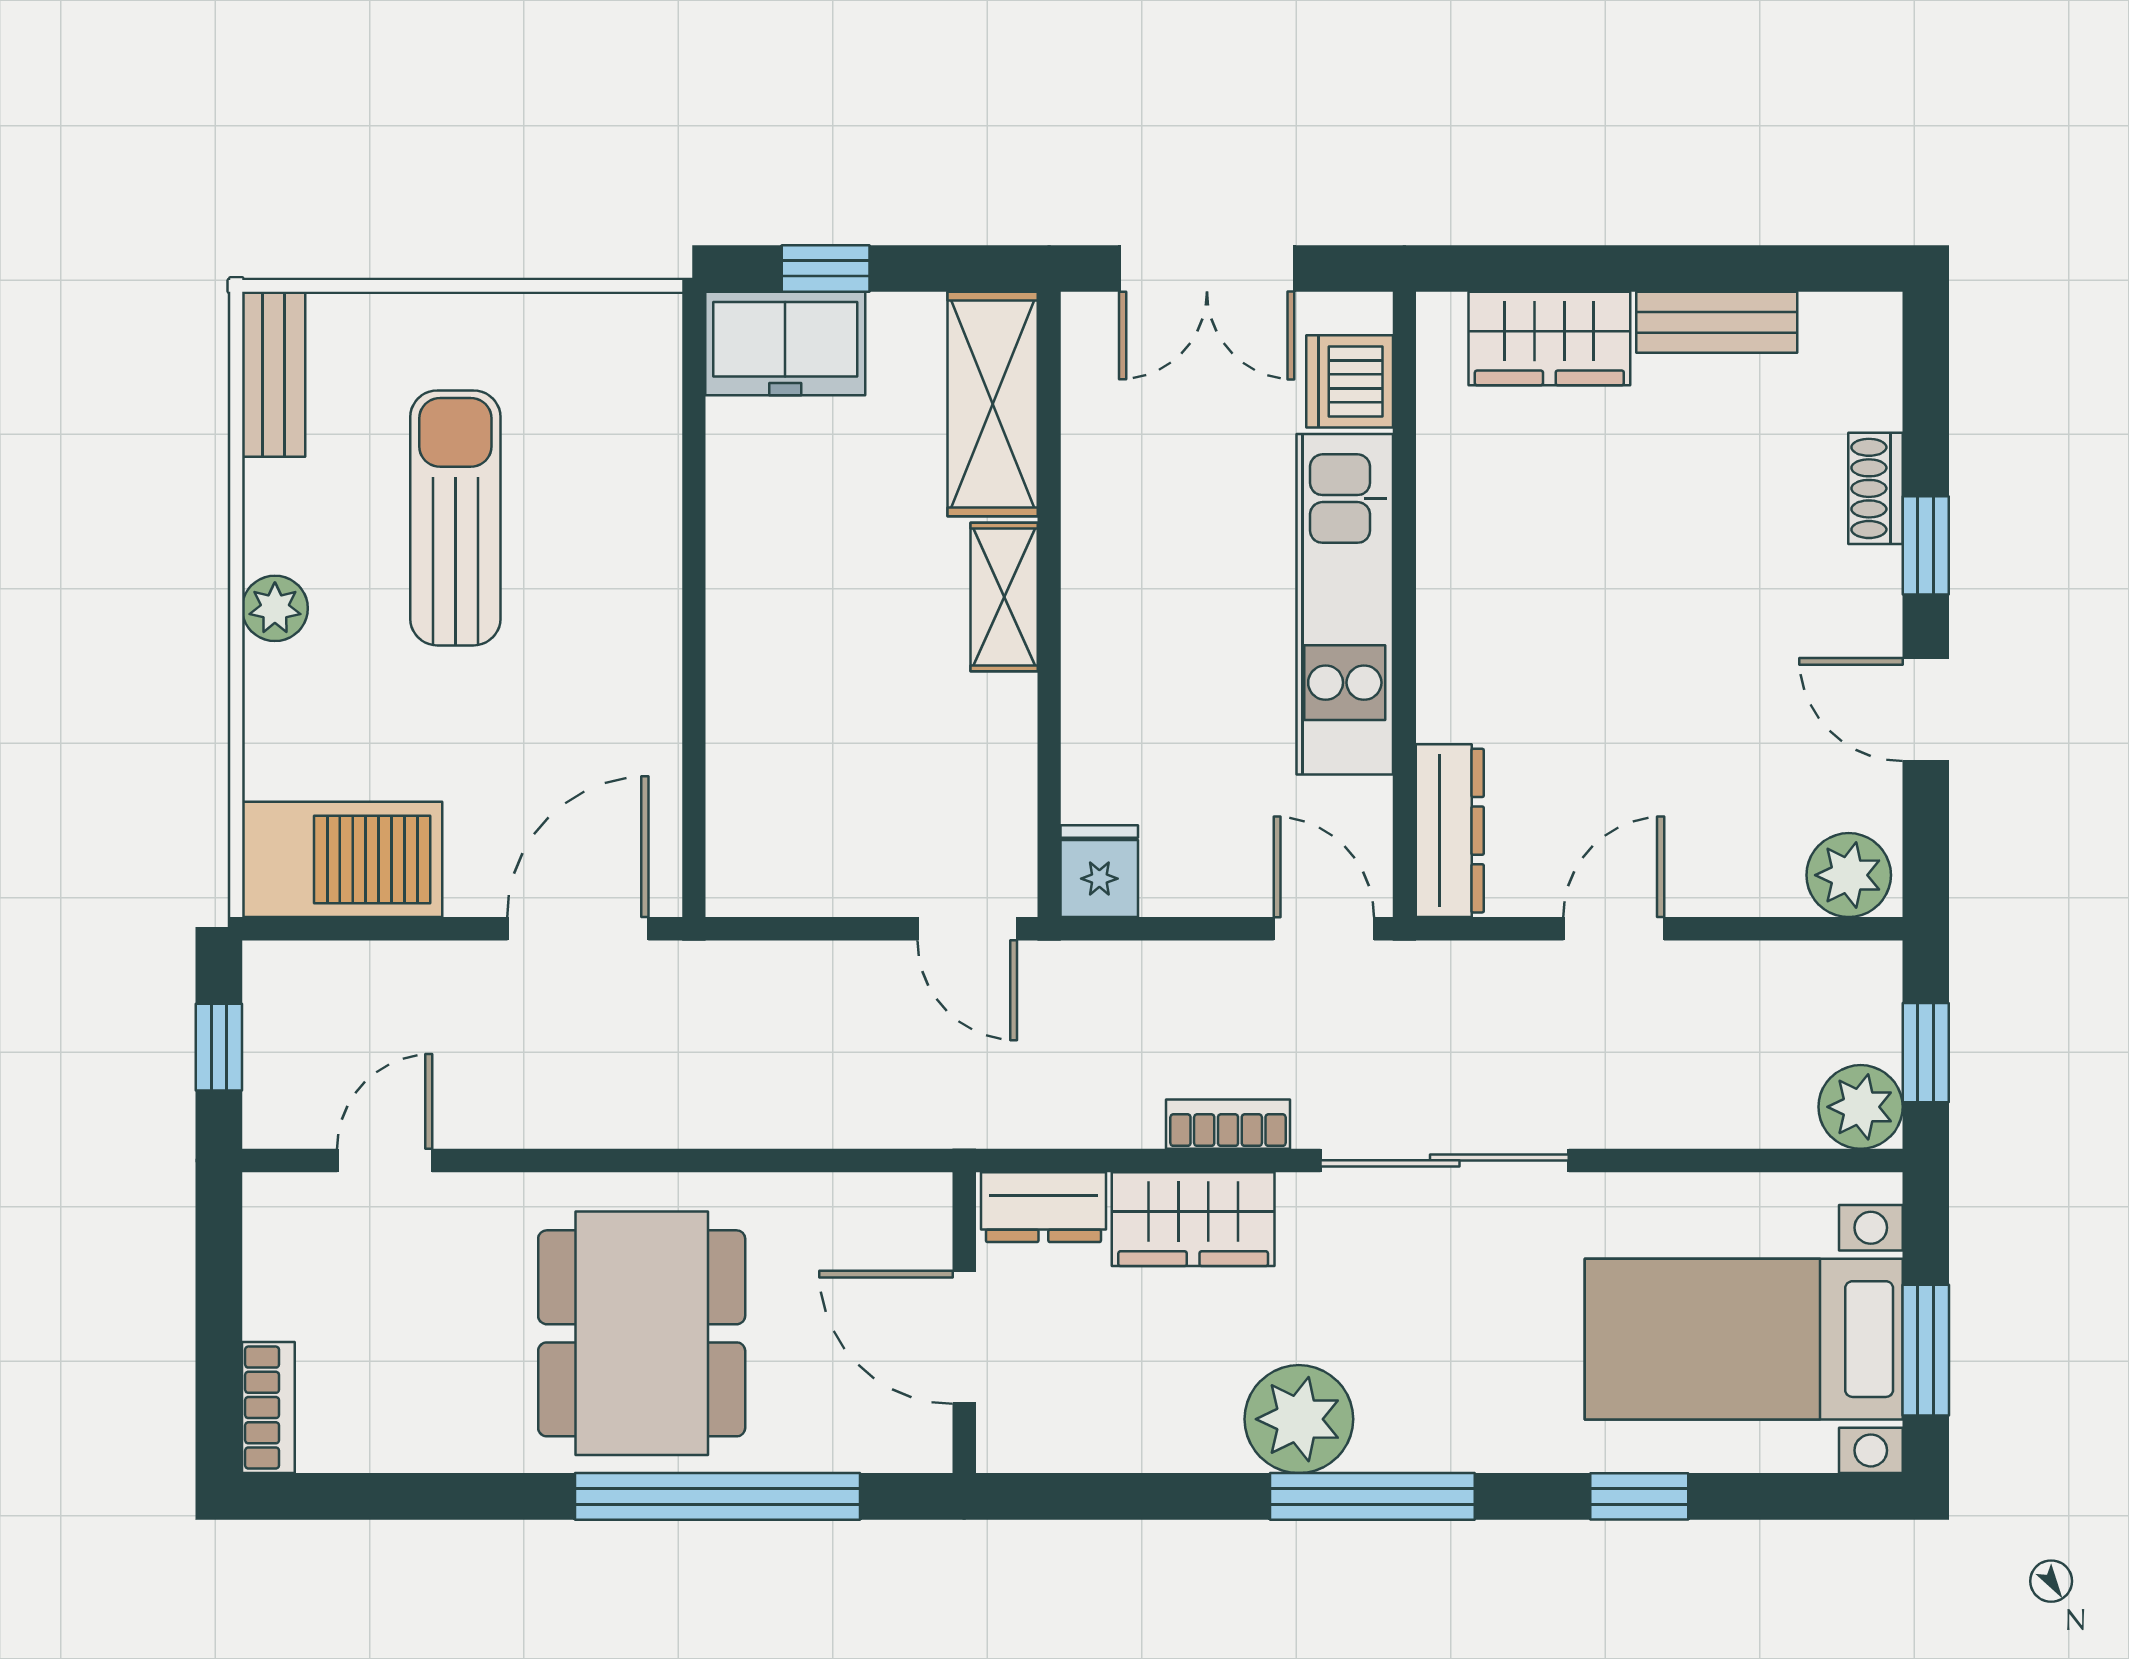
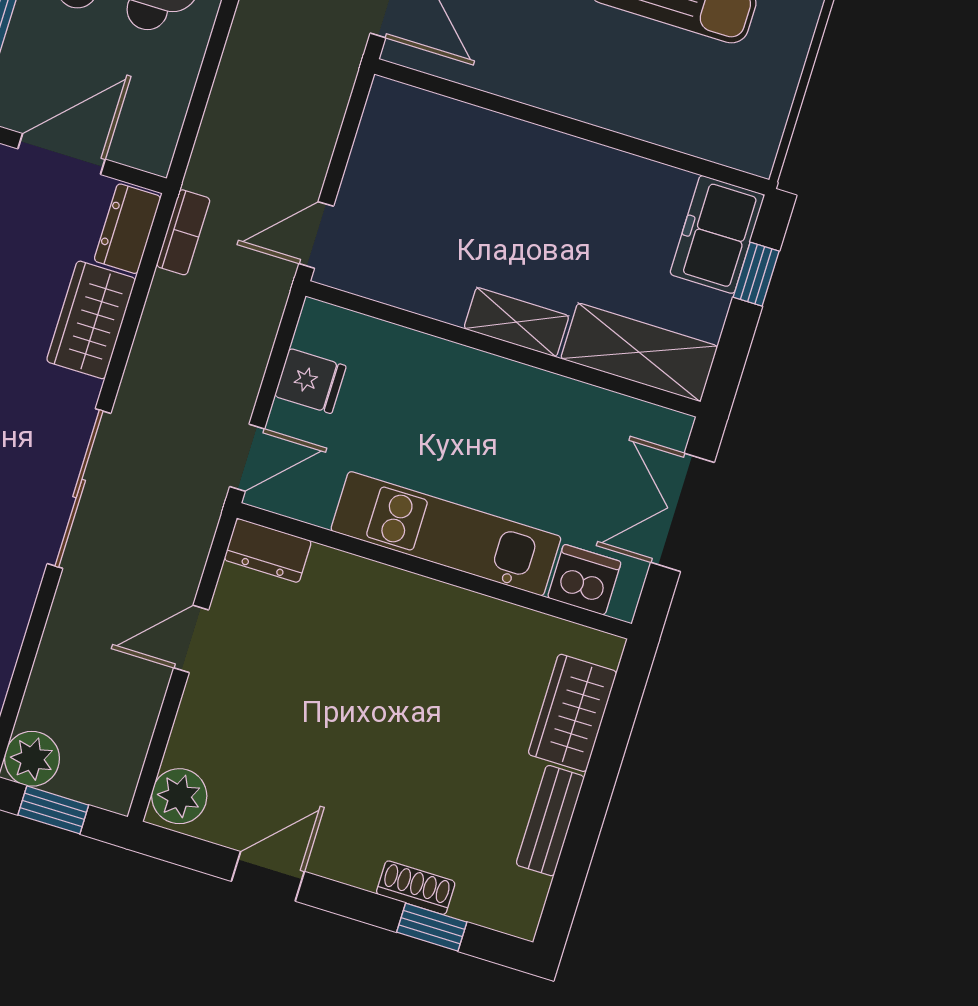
window: (1926, 545) -> (432, 927), moved
dresser: (1450, 831) -> (268, 550), width x0.70
fridge: (1099, 871) -> (310, 381), moved
door: (1614, 929) -> (191, 639), swing flipped
bookcase: (1228, 1124) -> (183, 232), moved

